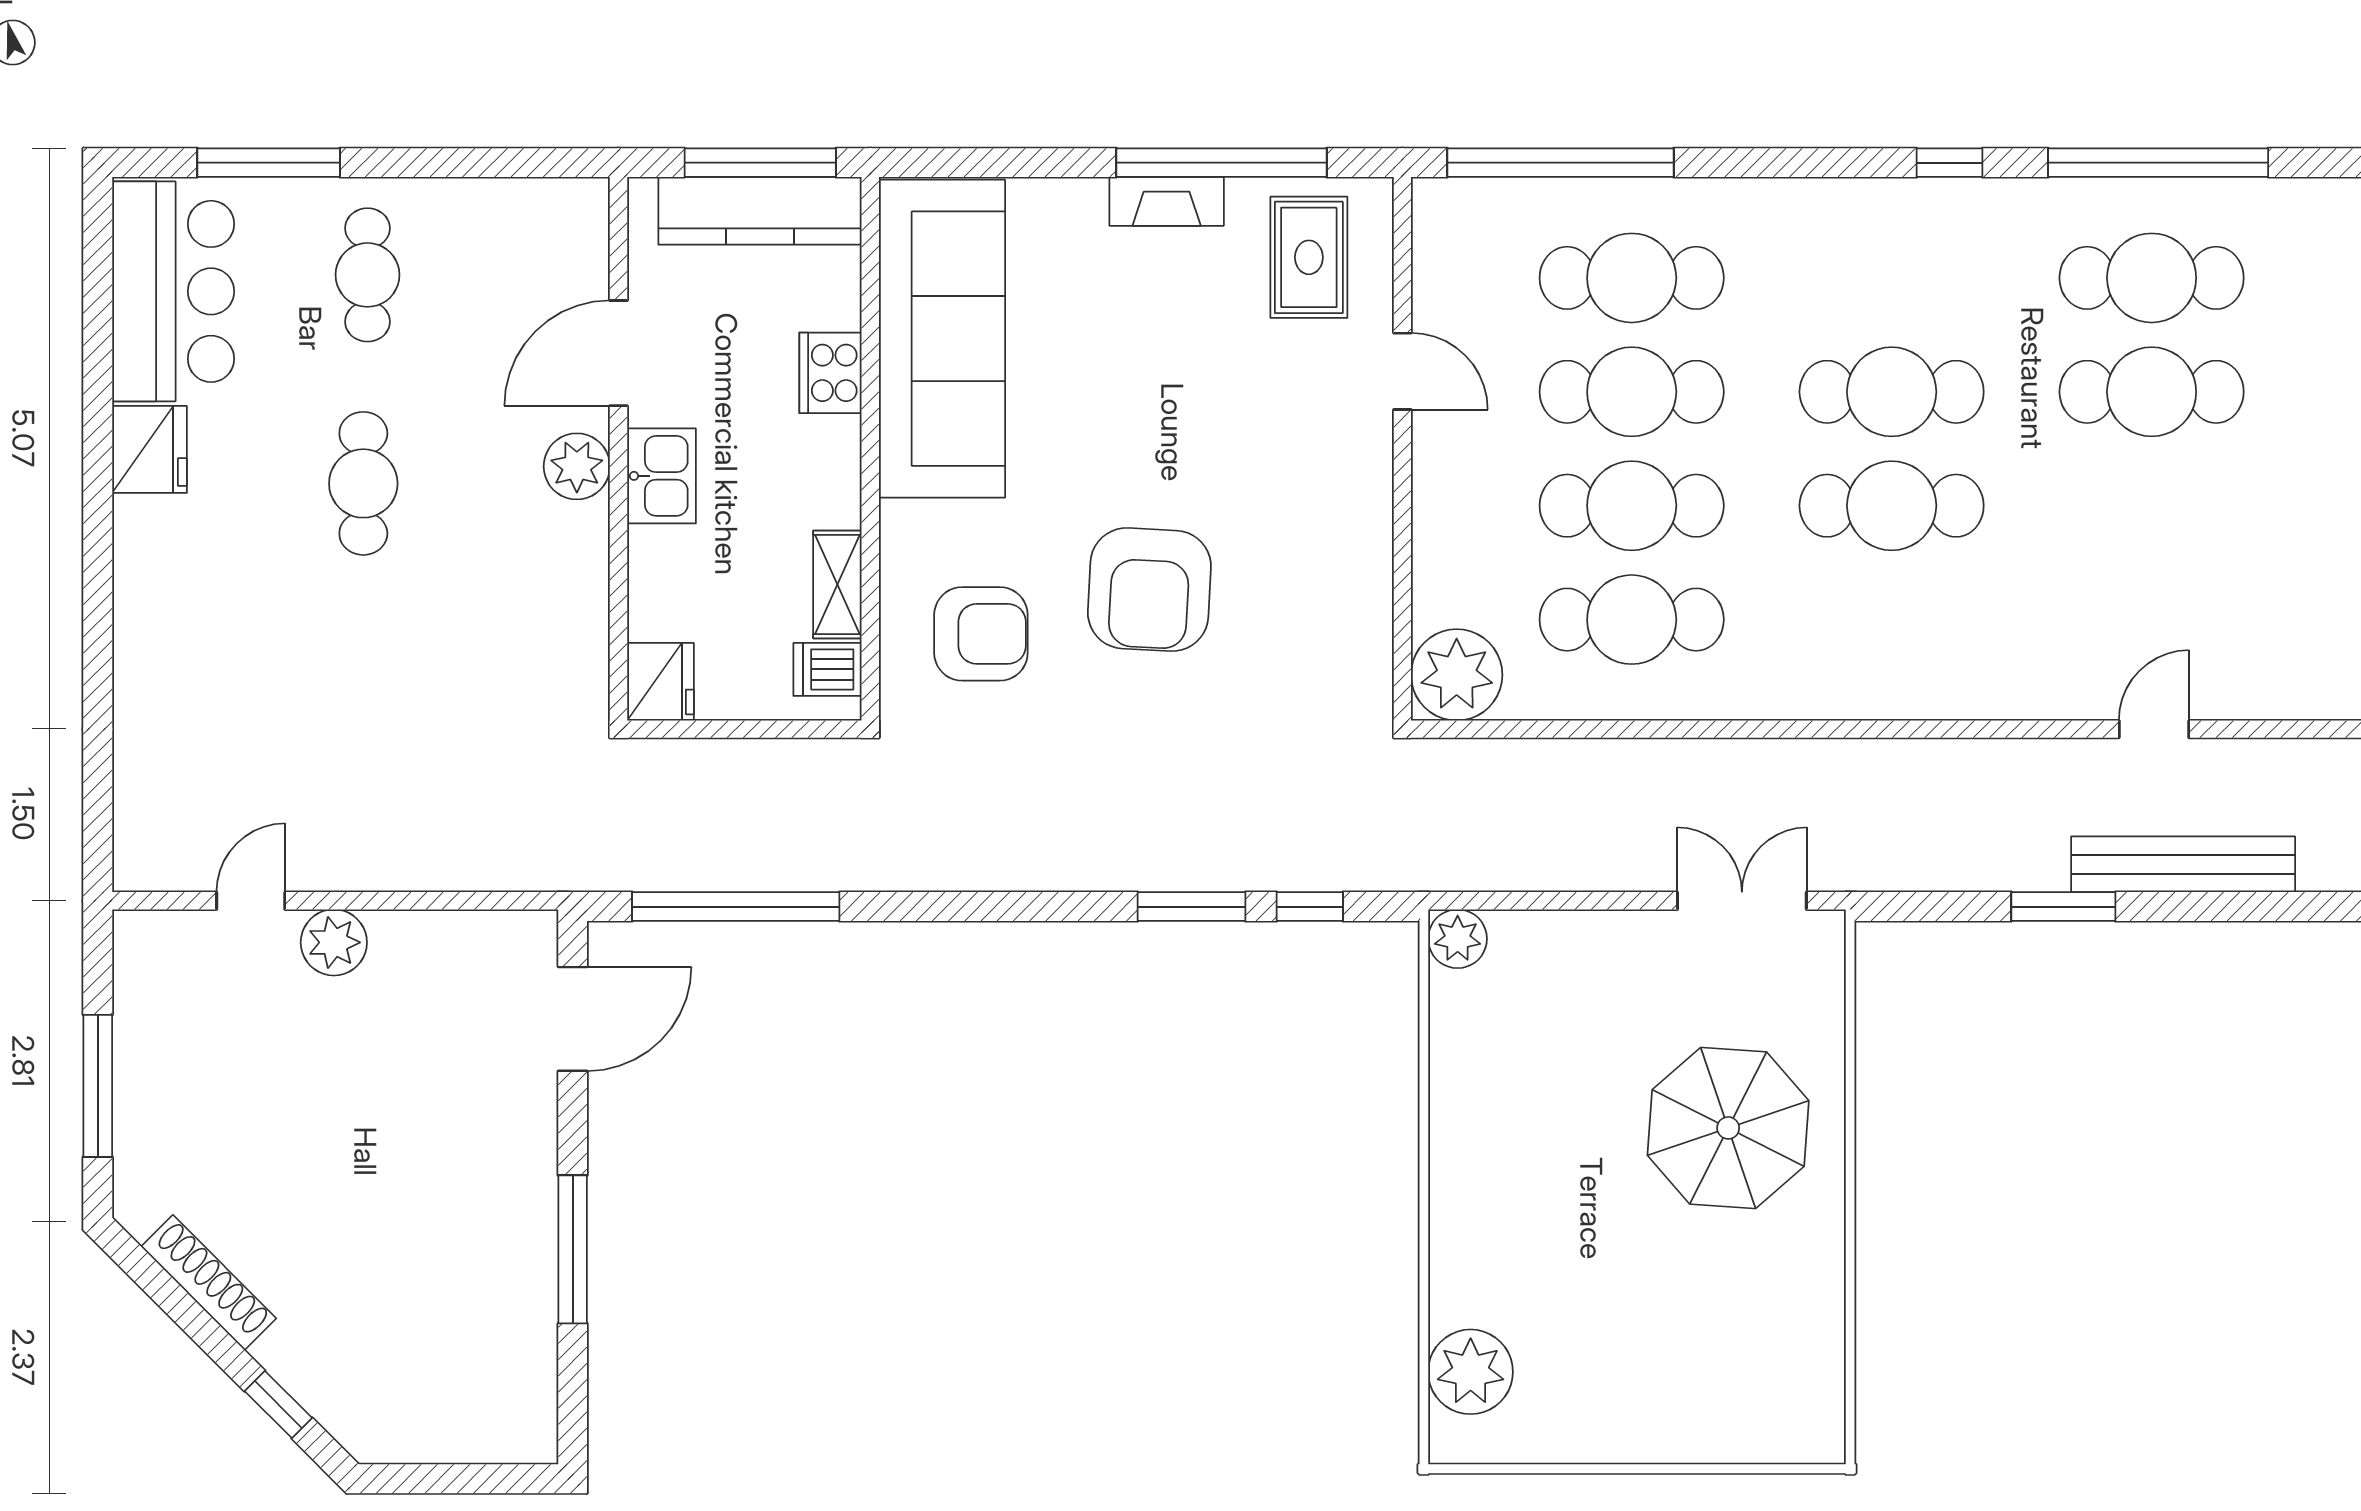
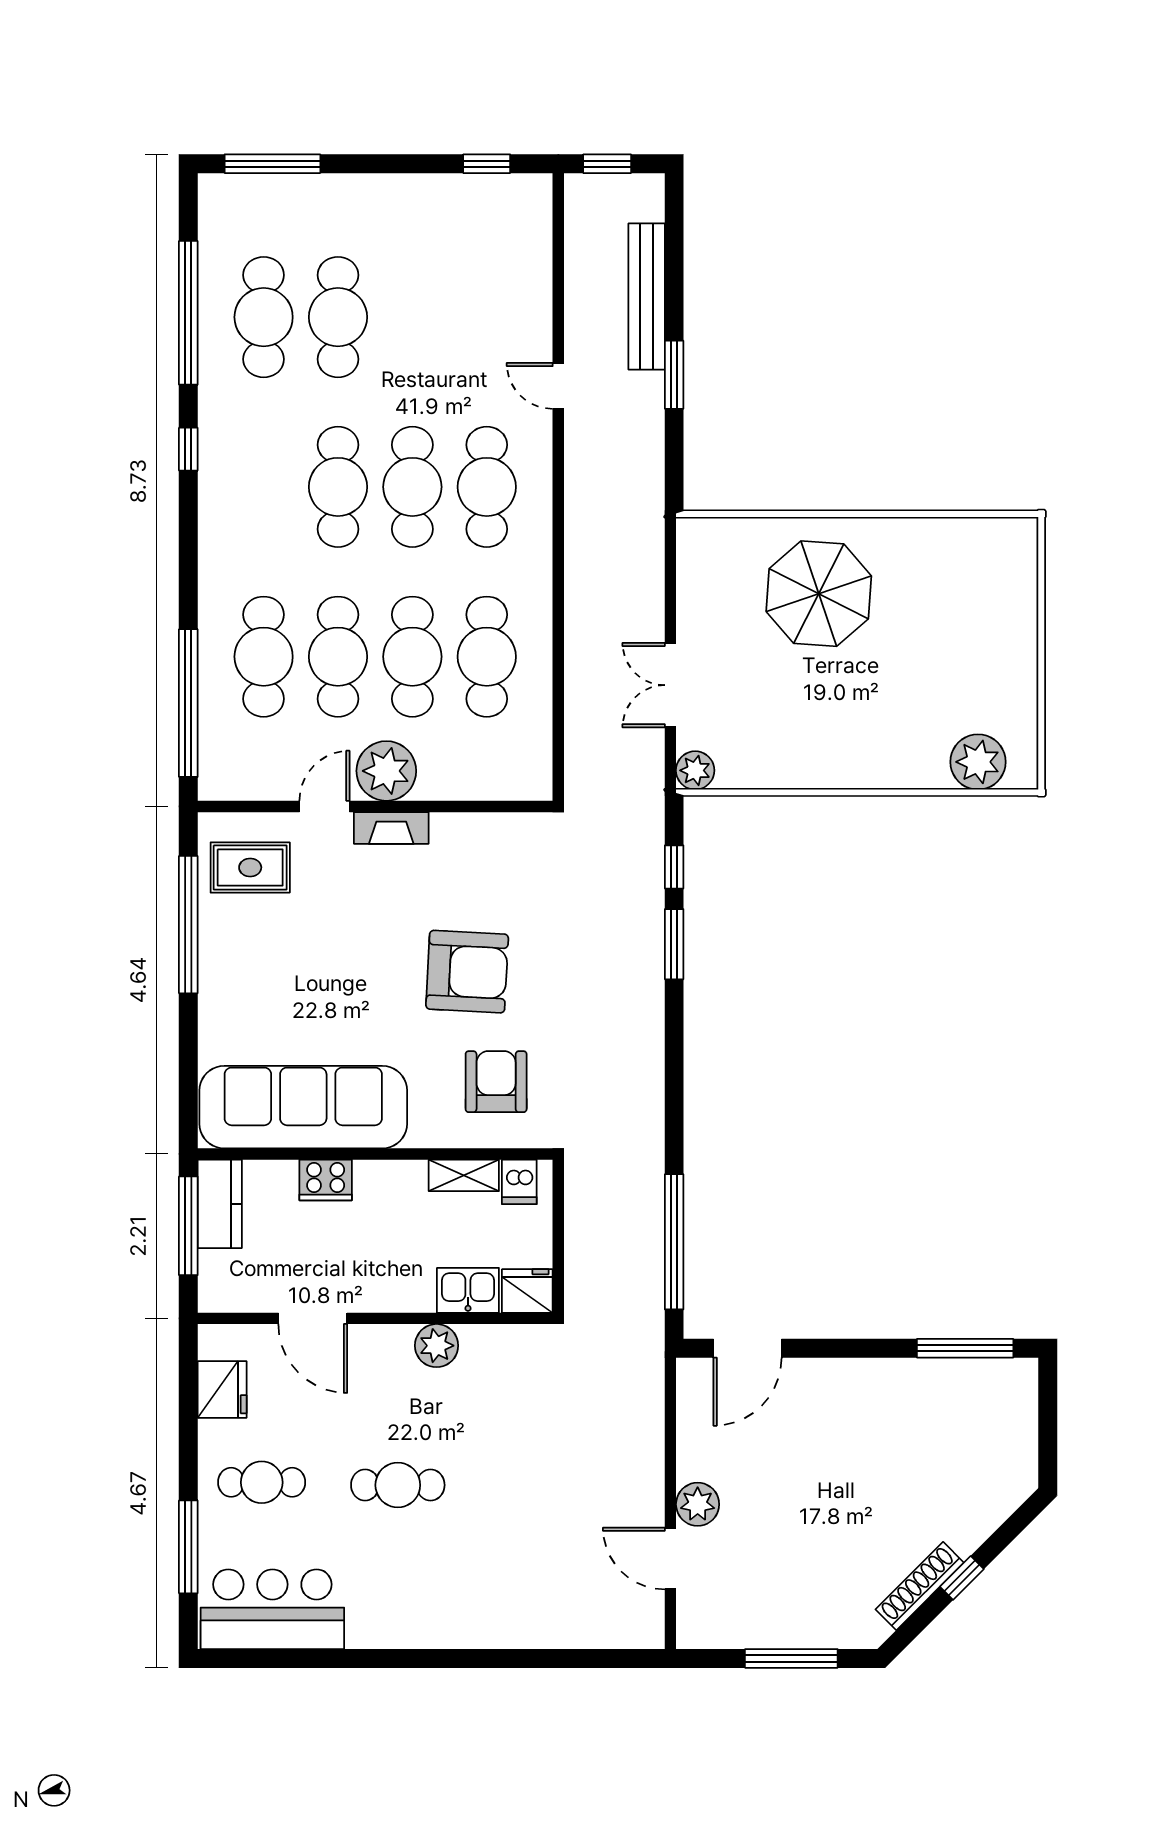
fireplace: (1167, 201) -> (391, 828), moved, turned 90
kitchen counter: (760, 211) -> (220, 1204), width x0.67
fridge: (150, 449) -> (222, 1389), moved, turned 90
plant: (577, 466) -> (437, 1346), moved
kitchen sink: (661, 476) -> (468, 1290), moved
cafe table: (1892, 620) -> (487, 487), added
plant: (1457, 675) -> (386, 771), moved
door: (2154, 729) -> (558, 386), moved
door: (251, 901) -> (670, 1558), width x1.38
double door: (1742, 901) -> (670, 685), moved
door: (573, 1019) -> (747, 1348), swing flipped
window: (573, 1249) -> (965, 1348), moved
window: (278, 1404) -> (962, 1578), moved

